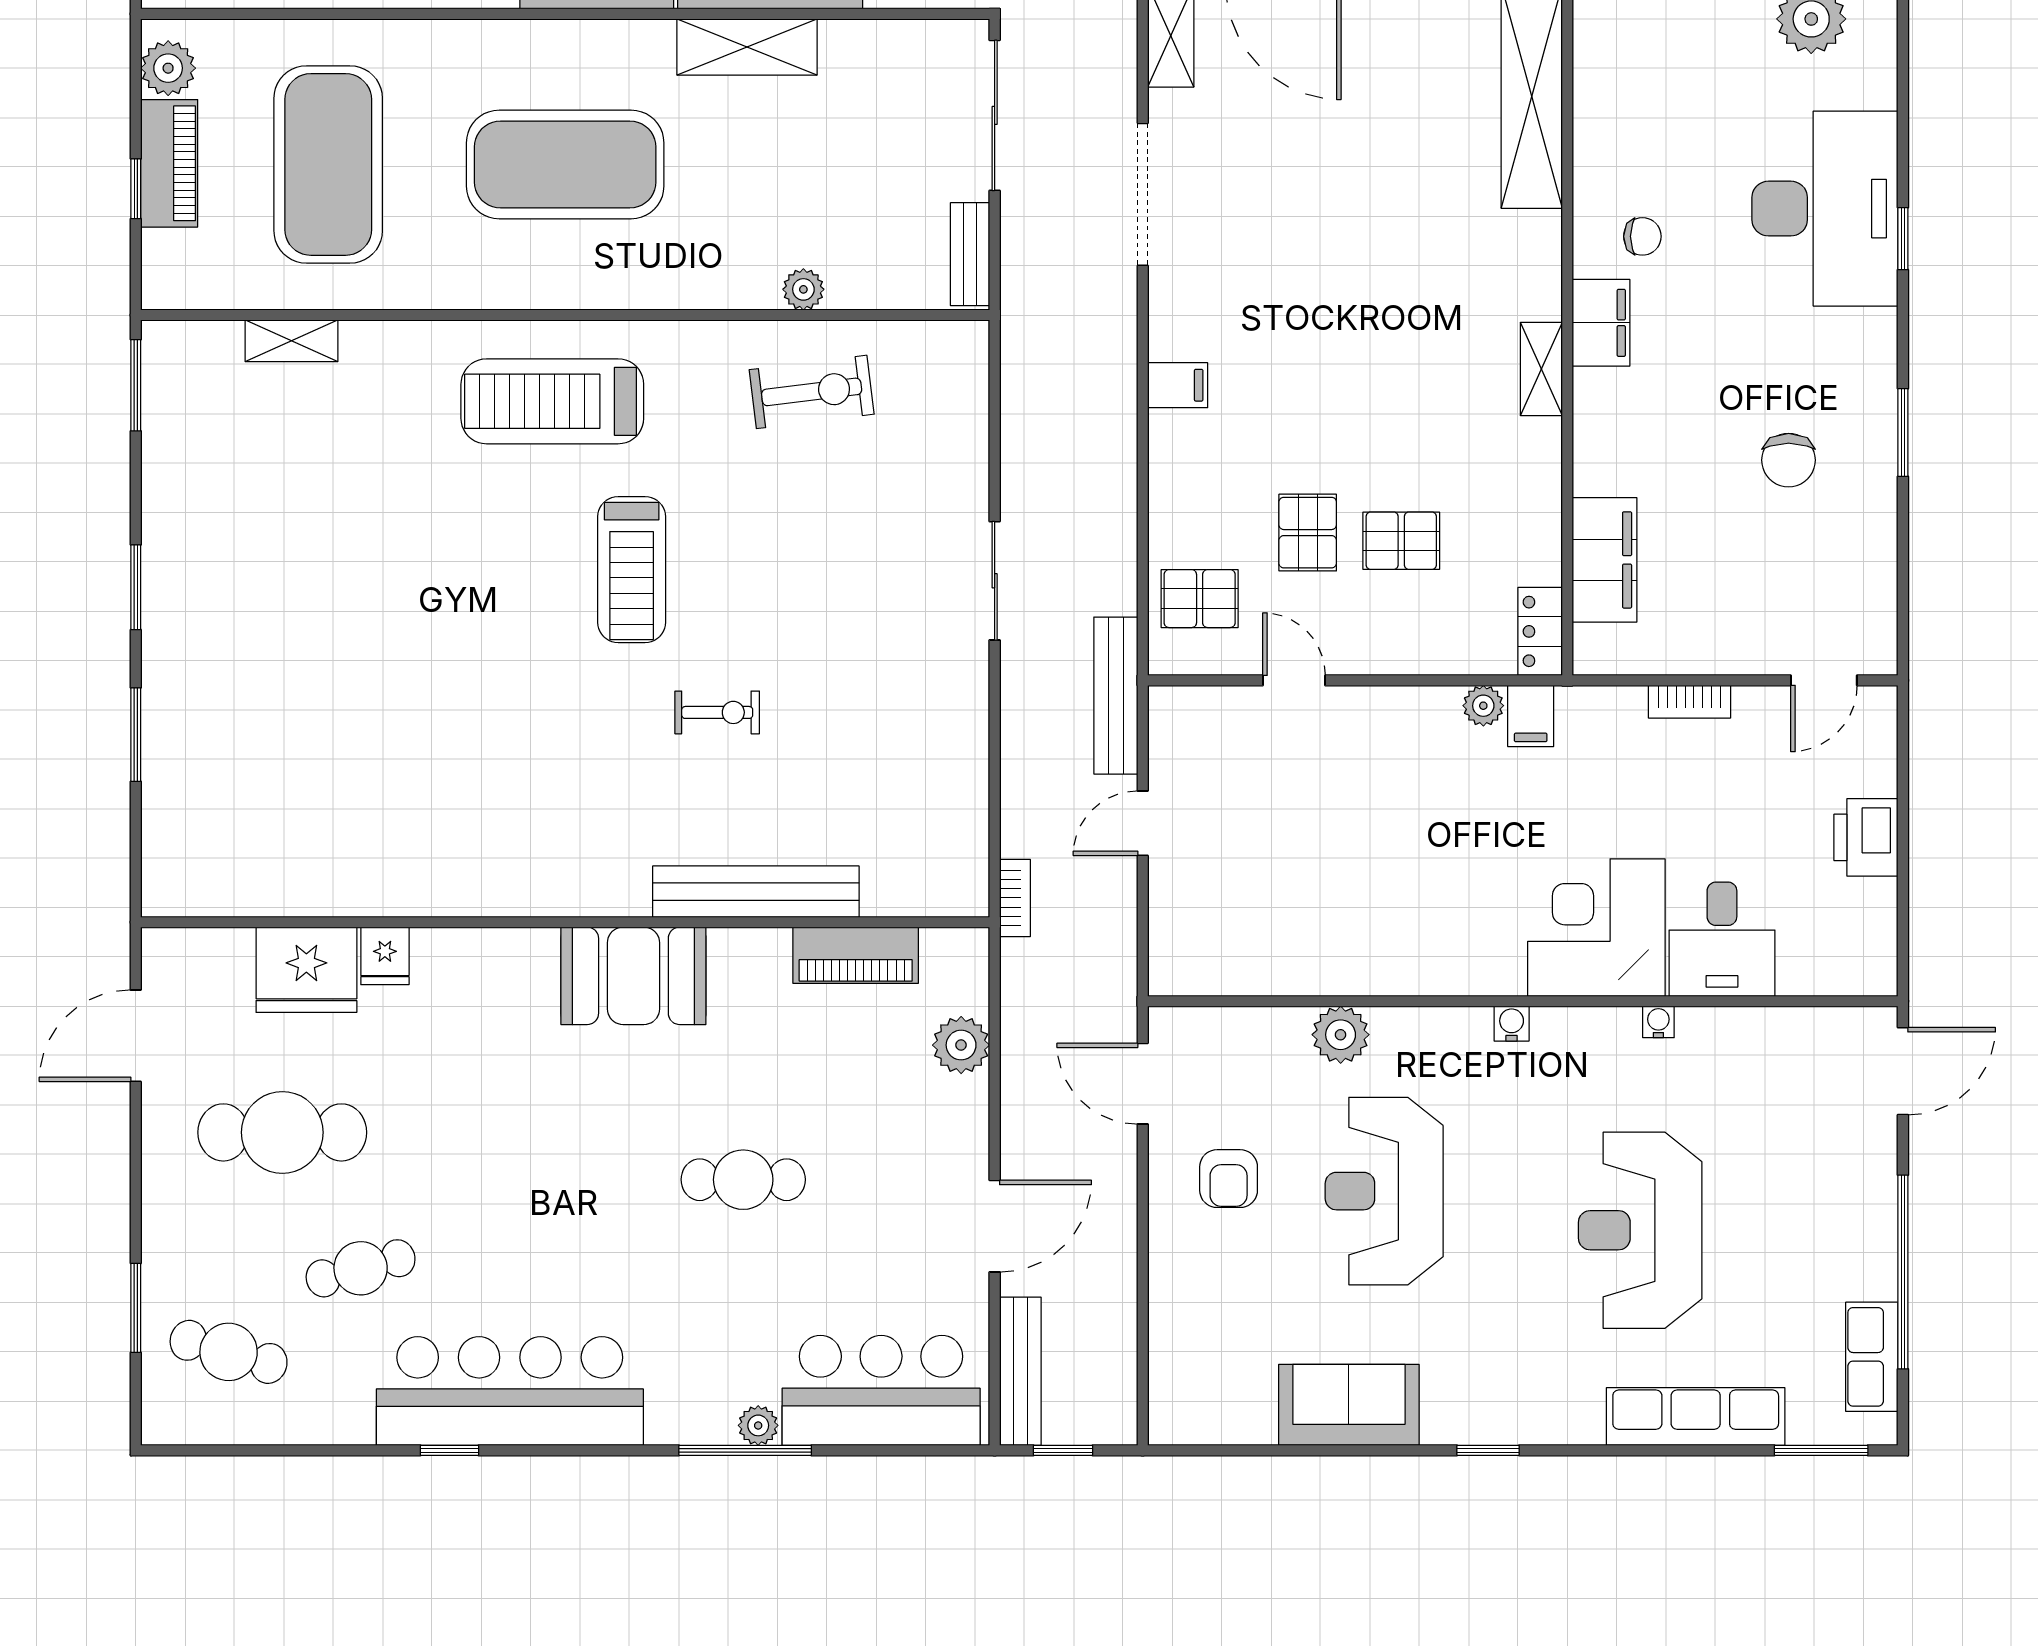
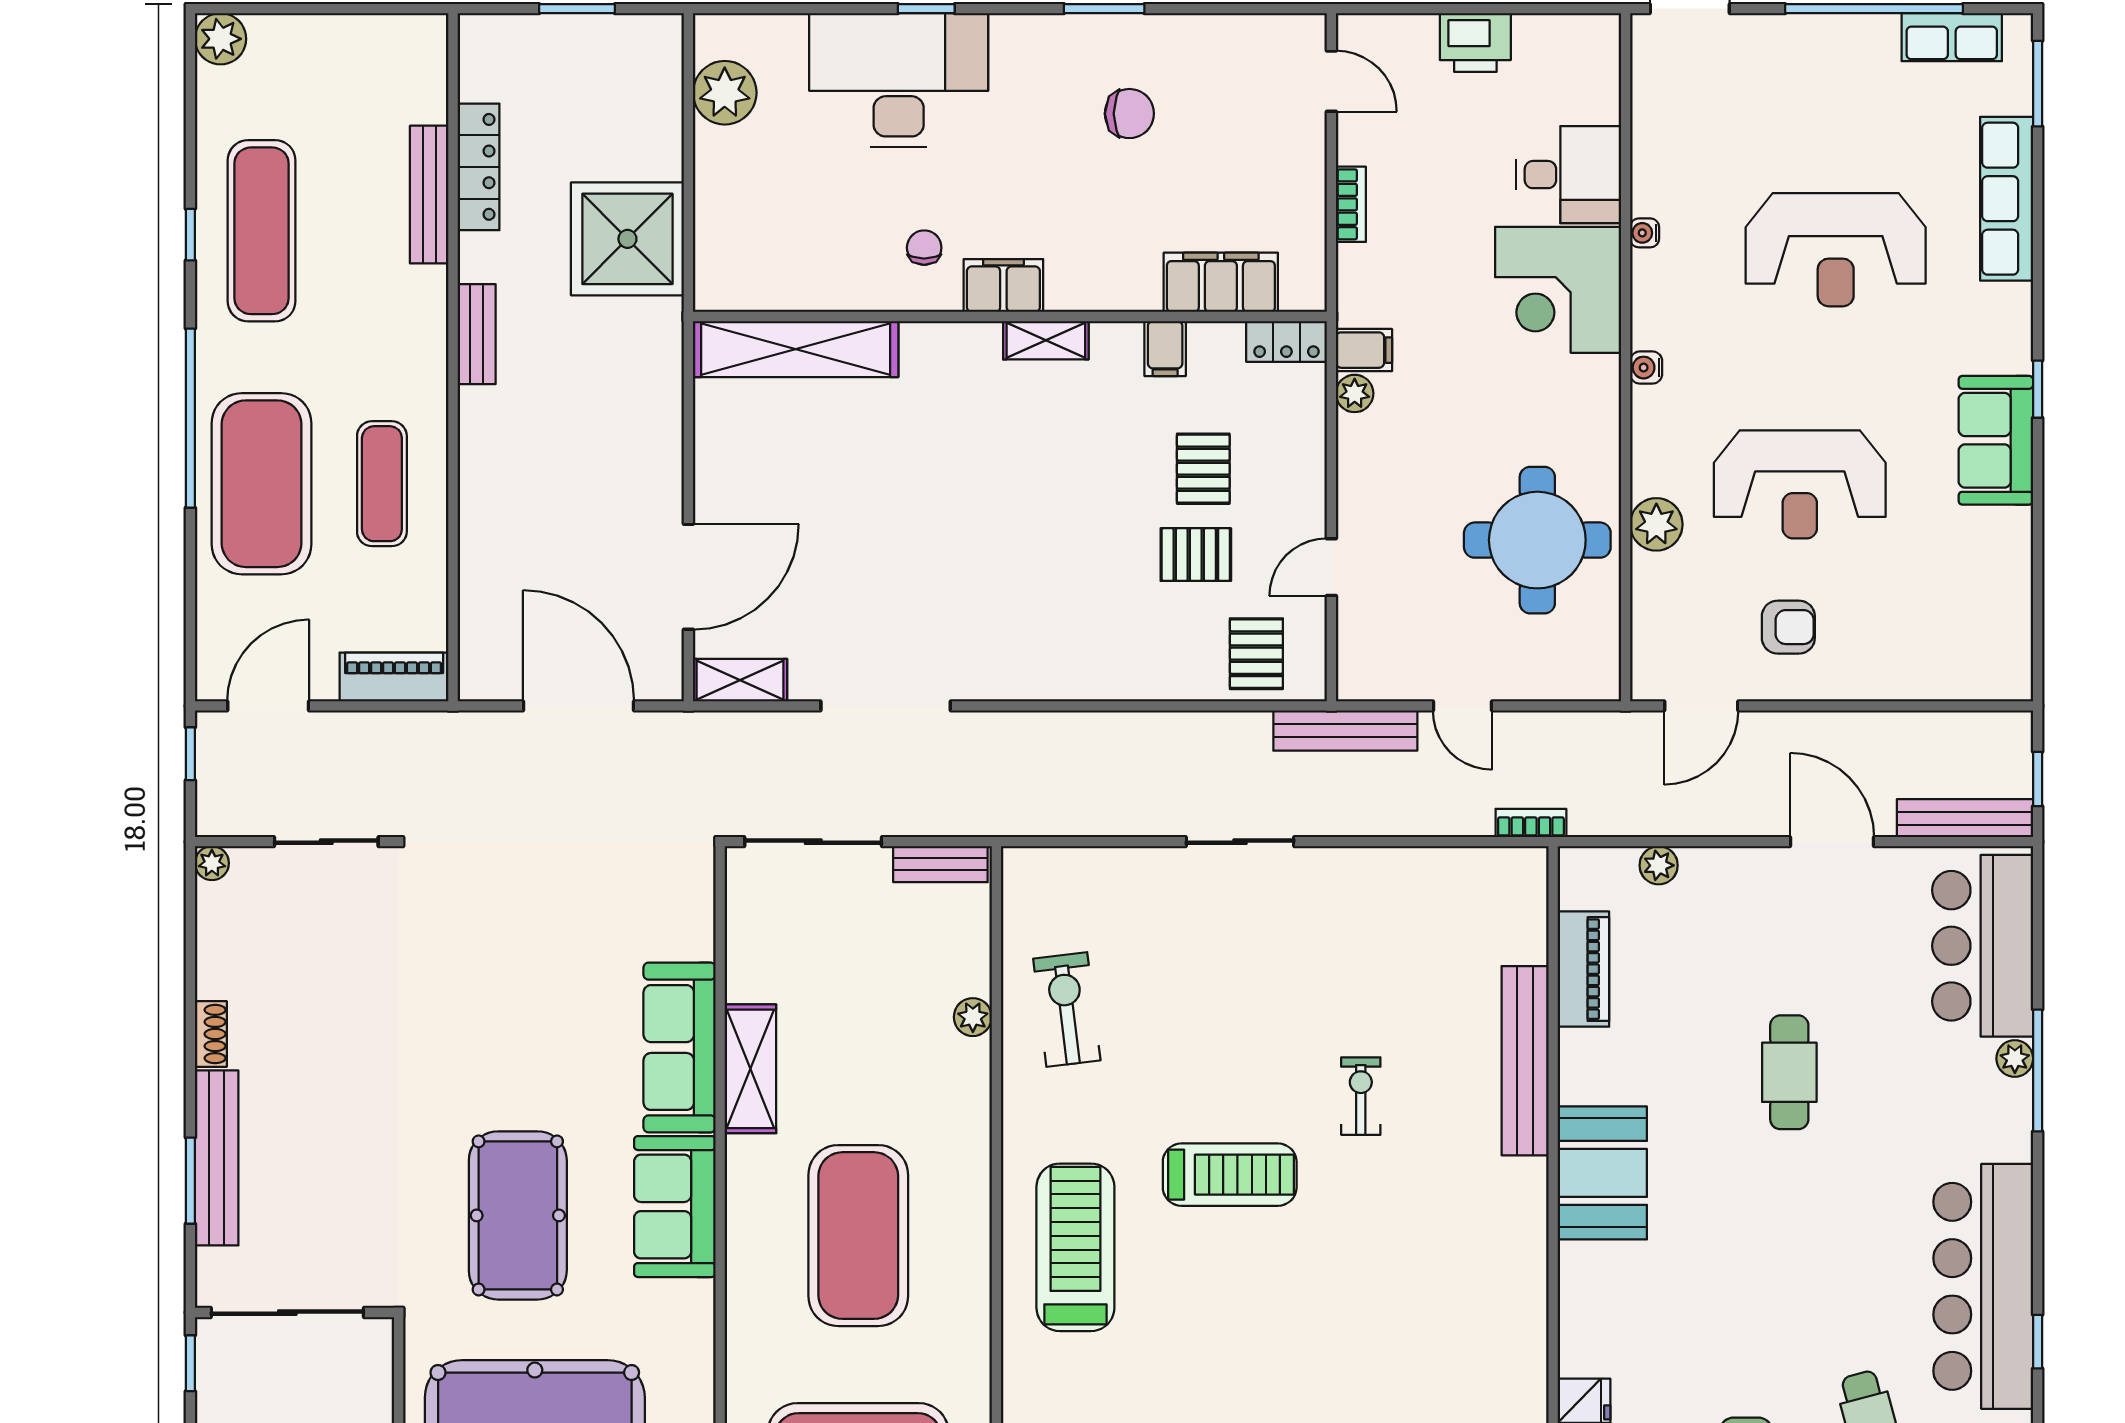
filing cabinet: (1178, 385) -> (1165, 349), moved, turned 180
treadmill: (552, 401) -> (1075, 1247), turned 180
round table: (1323, 905) -> (1537, 540), added
plant: (961, 1045) -> (1659, 865), width x0.73, depth x0.73
sofa: (1349, 1405) -> (1996, 440), moved

